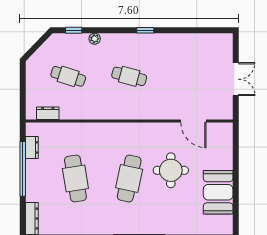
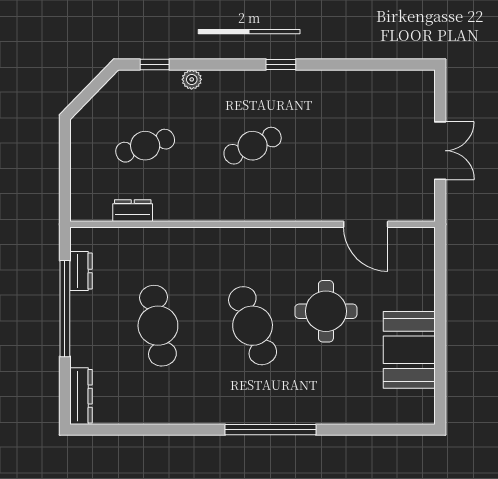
cafe table: (68, 76) -> (145, 146), turned -36
cafe table: (129, 76) -> (253, 146), turned -39
dresser: (48, 113) -> (133, 211), moved
cafe table: (129, 179) -> (253, 326), turned -33

